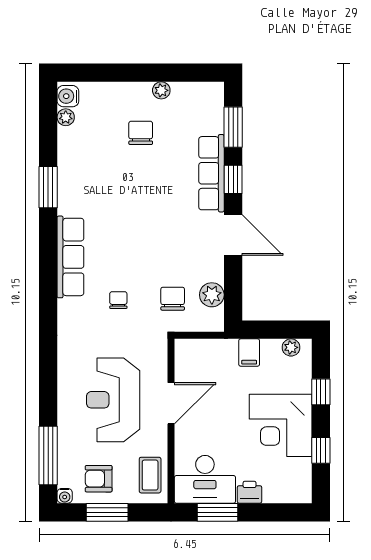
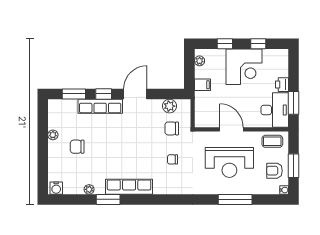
plant: (66, 117) -> (89, 189), moved
row of seats: (70, 257) -> (129, 187), moved
window: (48, 456) -> (235, 199), moved
armchair: (99, 479) -> (274, 171), turned 90

